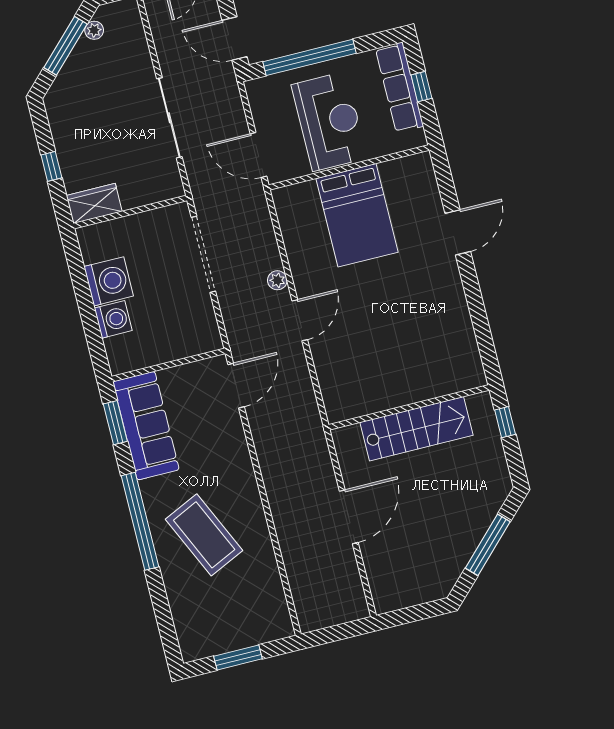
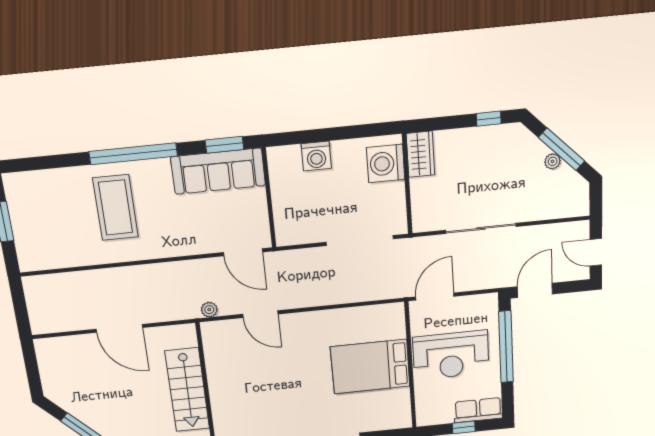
plant: (94, 30) -> (553, 161), moved
row of seats: (400, 87) -> (478, 410), width x0.68
window: (51, 166) -> (489, 119), moved
plant: (277, 280) -> (209, 310), moved
washing machine: (109, 281) -> (386, 164), moved, turned 90
door: (300, 320) -> (260, 314), moved
coffee table: (204, 535) -> (116, 208), turned -65

